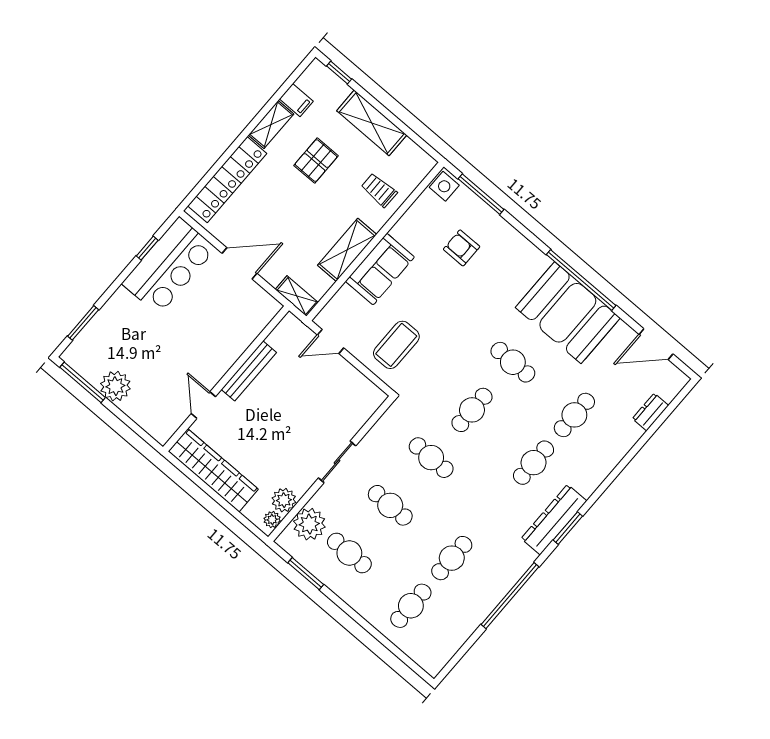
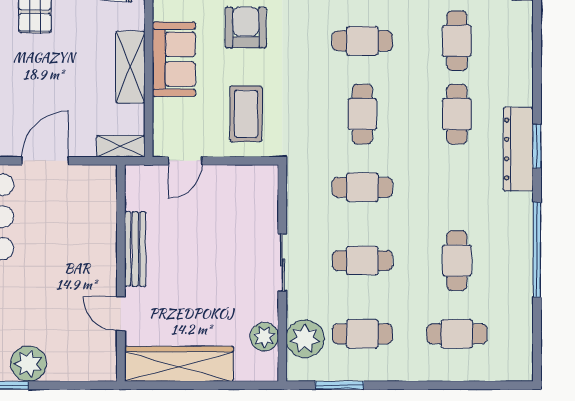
armchair: (444, 288) -> (246, 27), added
plant: (272, 520) -> (269, 363), removed
cafe table: (411, 606) -> (457, 334), turned 90

